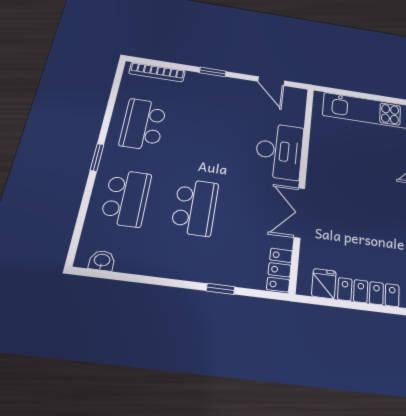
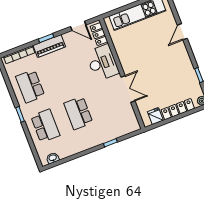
piano: (211, 85) -> (49, 46), added
school desk: (195, 207) -> (78, 113), turned 180
double door: (299, 213) -> (128, 89), swing flipped
locker: (280, 270) -> (99, 34), moved

